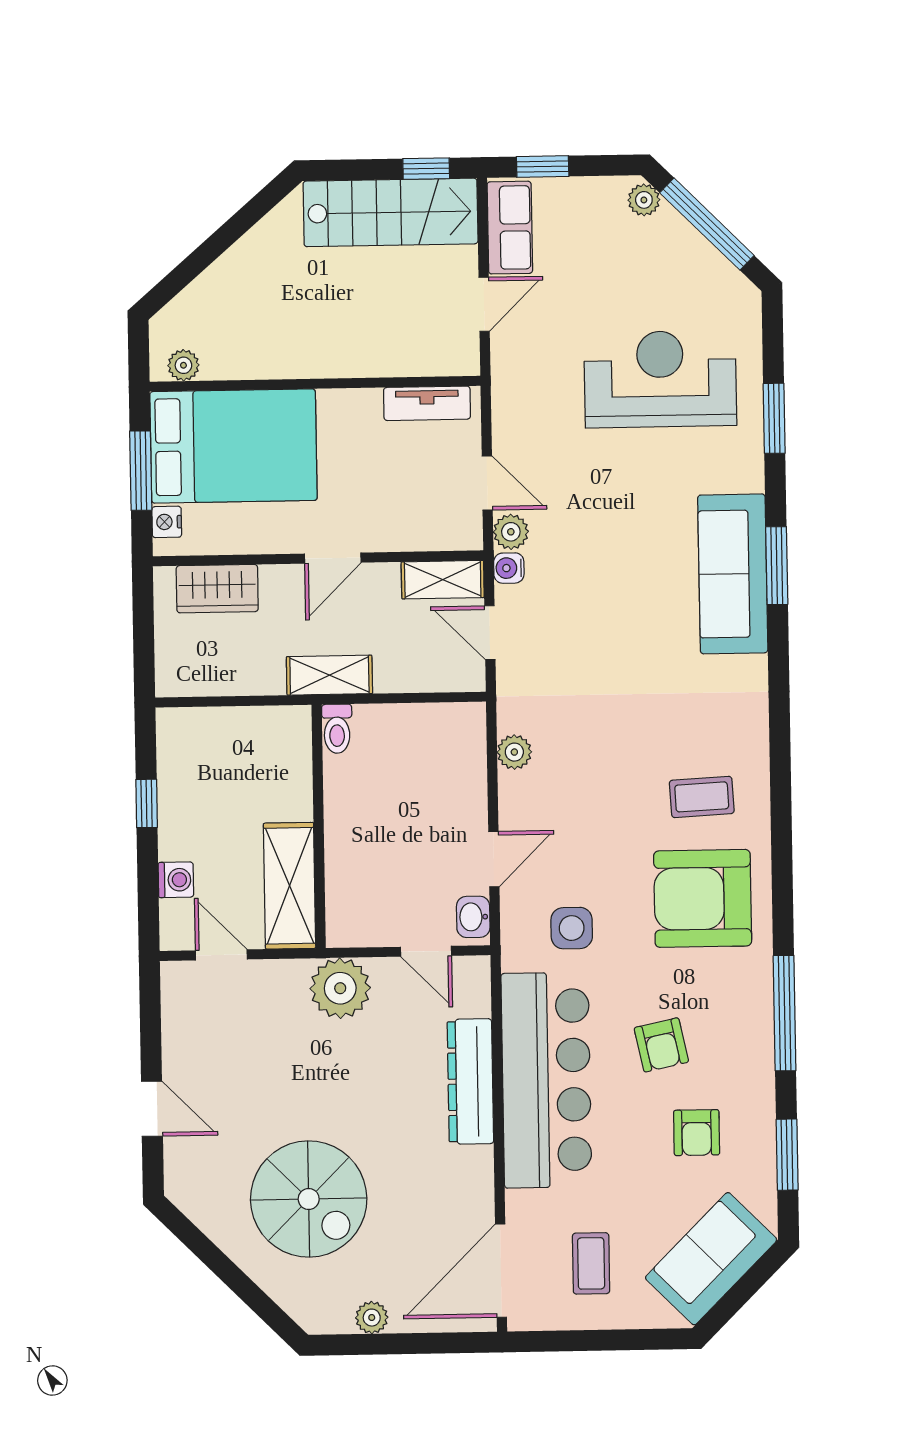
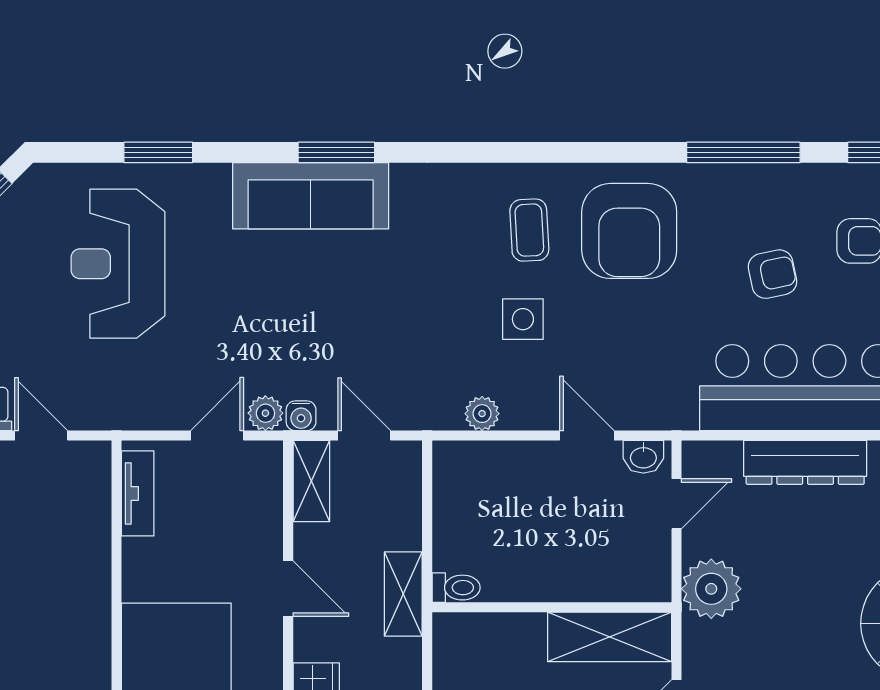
window: (777, 566) -> (336, 152), moved
door: (490, 633) -> (364, 436), swing flipped
side table: (572, 928) -> (523, 319), moved

